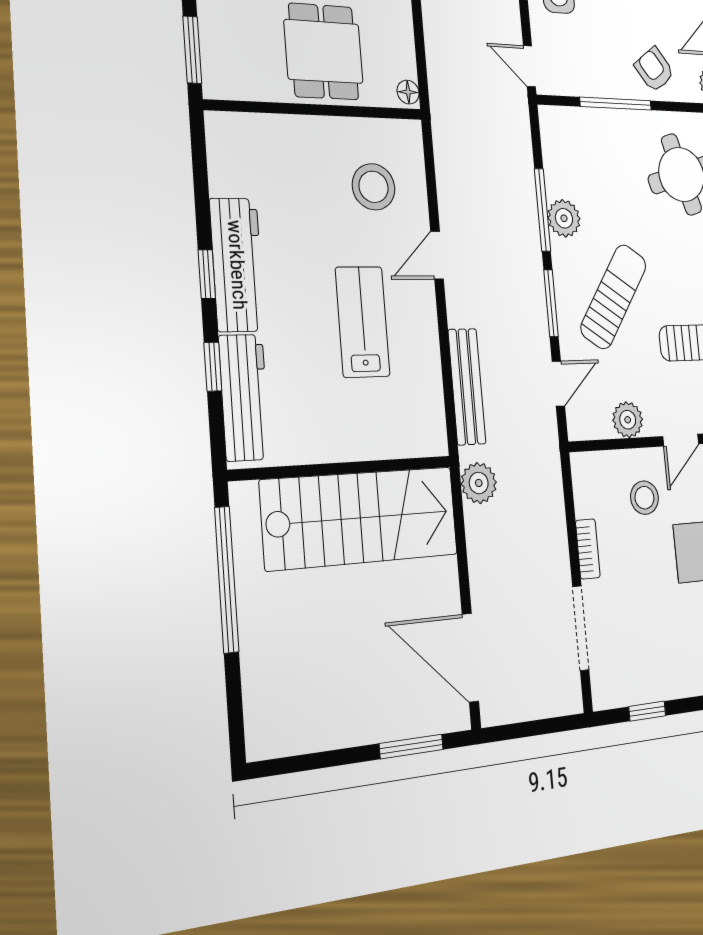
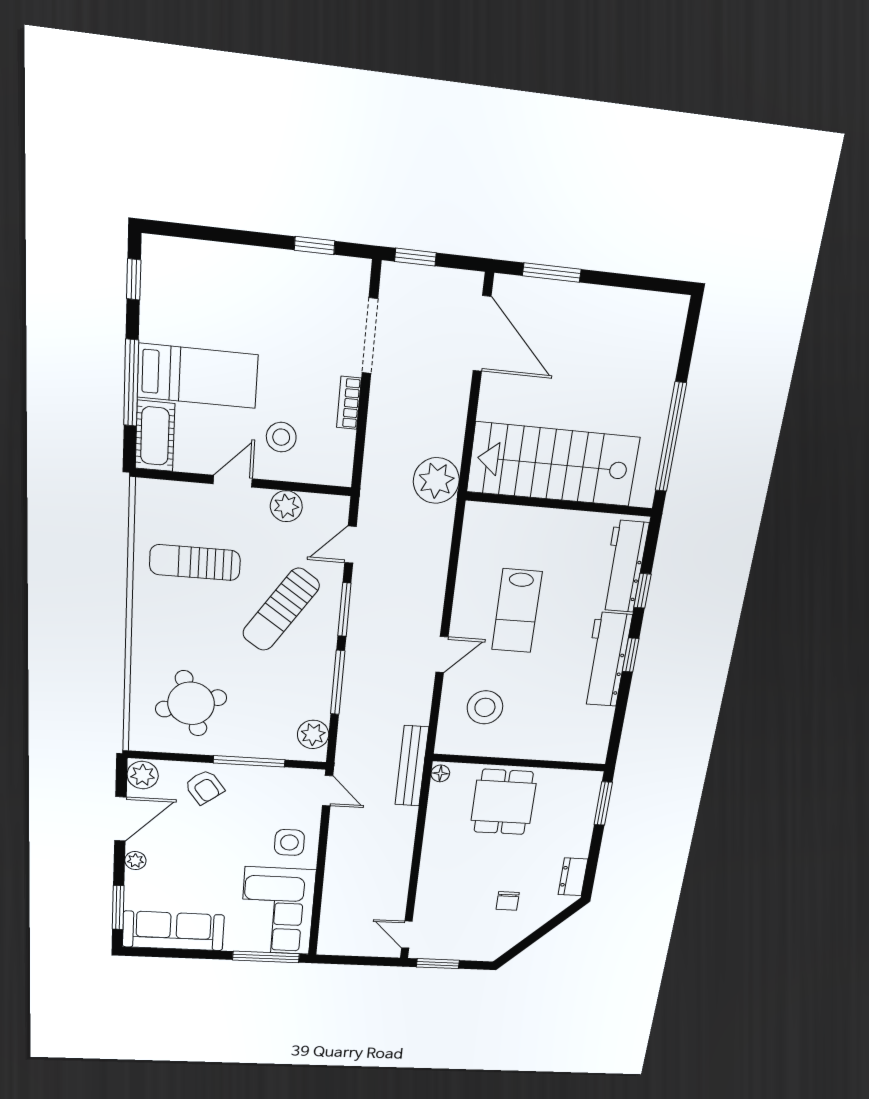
plant: (564, 218) -> (313, 734), moved
bench: (467, 387) -> (412, 766), moved
plant: (479, 483) -> (436, 481), width x1.36, depth x1.36
window: (553, 725) -> (415, 257), added

